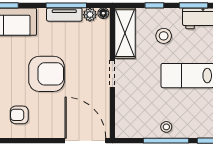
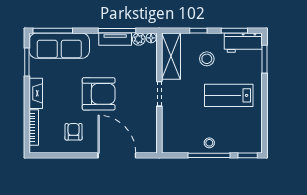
armchair: (19, 115) -> (74, 132), turned 90
door: (85, 141) -> (117, 155), moved

